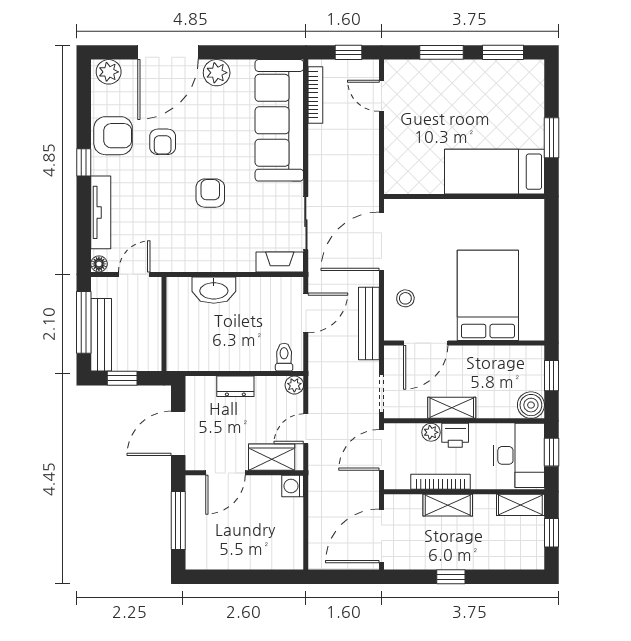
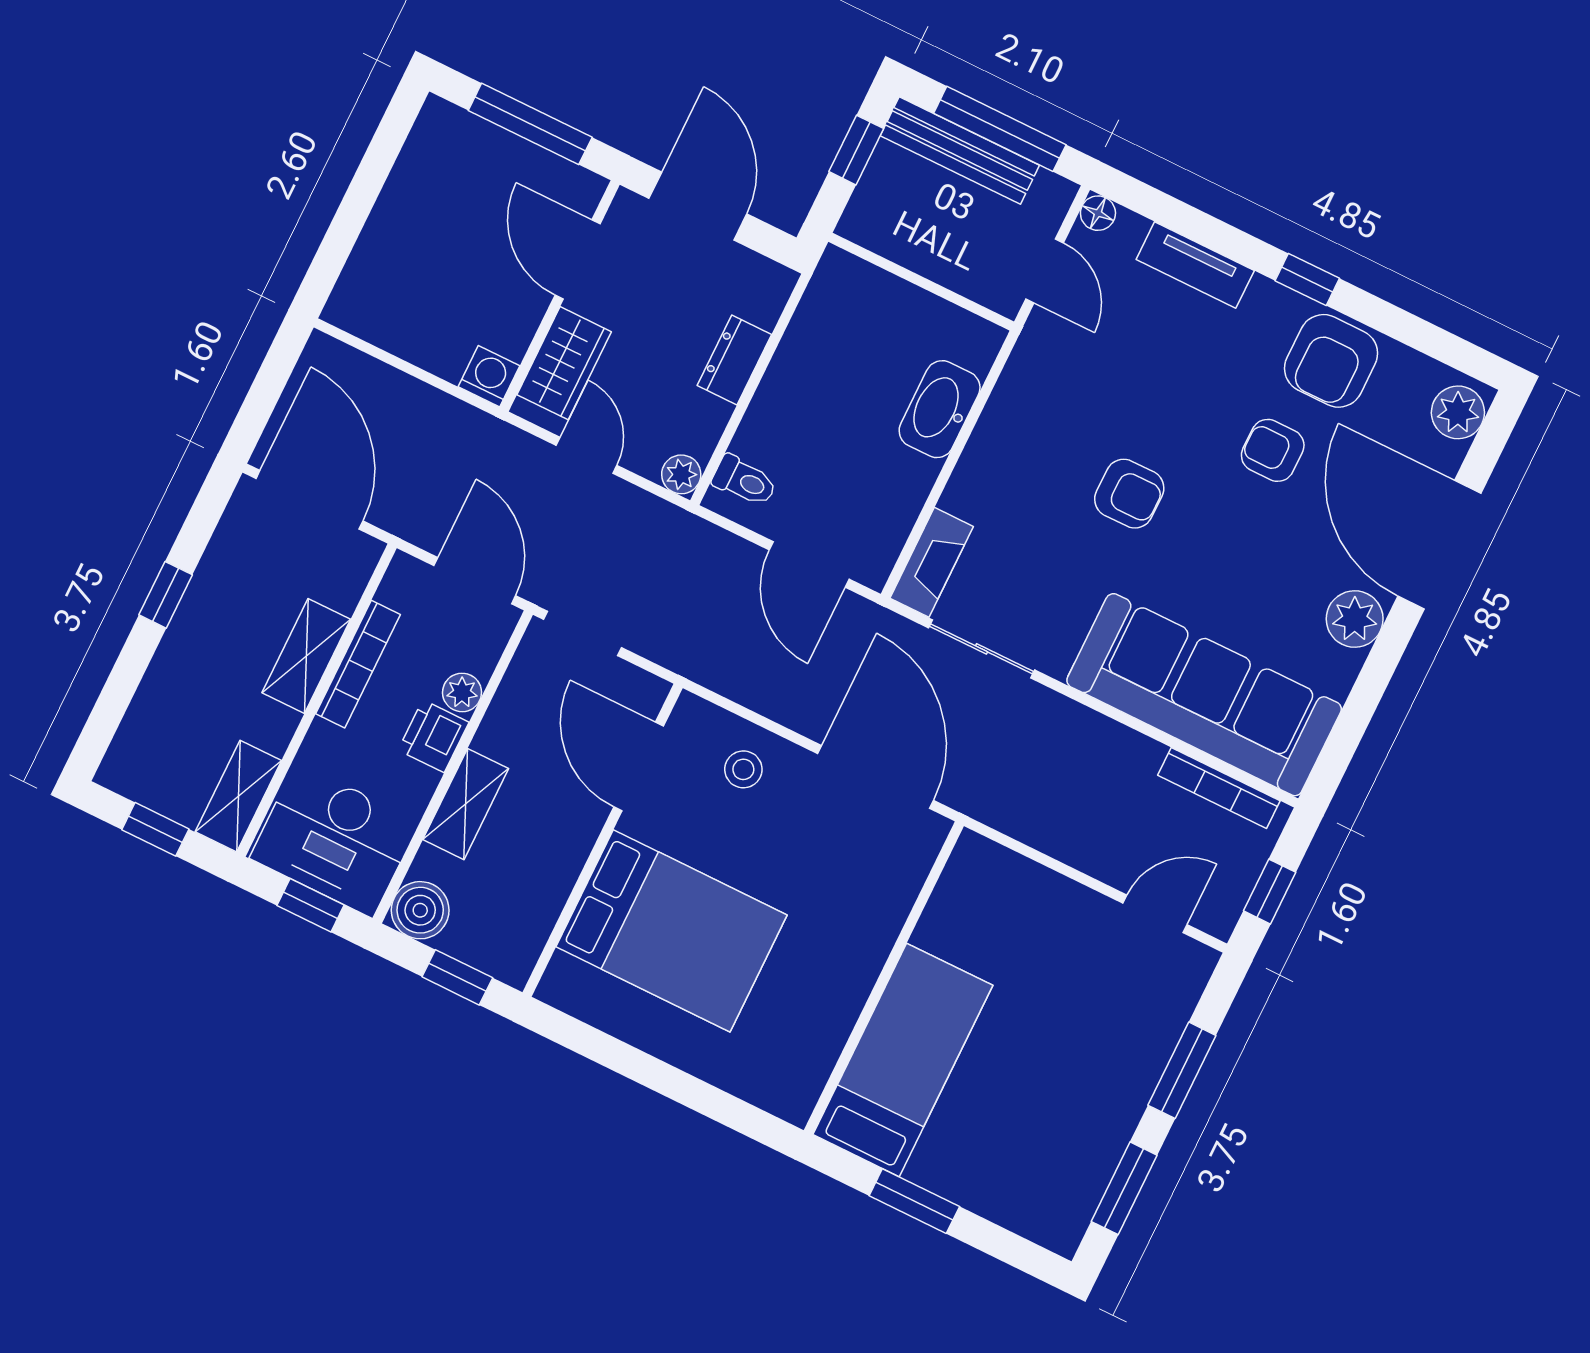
tv unit: (101, 212) -> (1195, 265), width x0.71
bench: (369, 324) -> (729, 675), removed
shelving: (452, 408) -> (466, 804), moved

